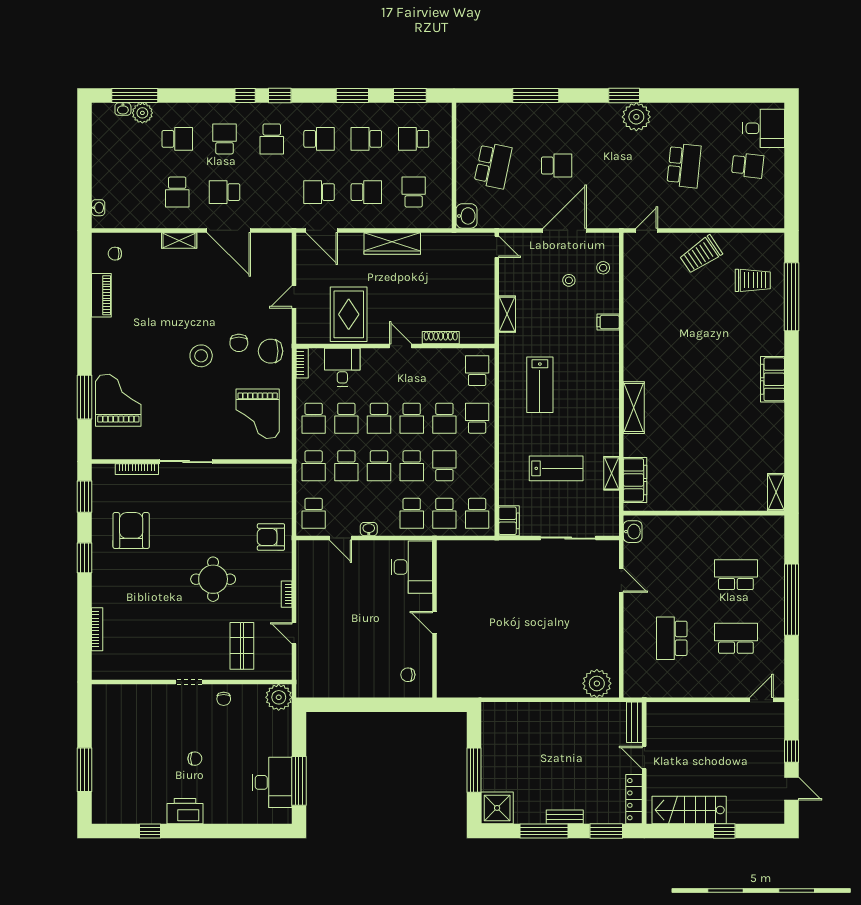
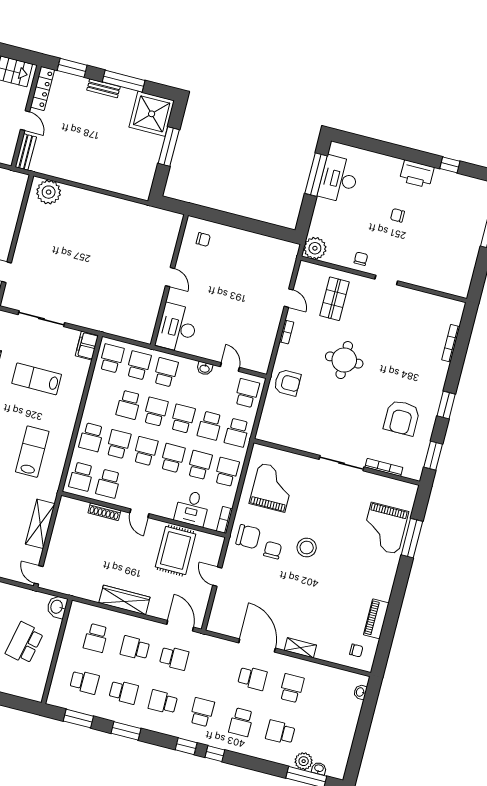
door: (294, 297) -> (217, 577), swing flipped
shelving: (507, 314) -> (40, 524), width x1.50, depth x1.33
school desk: (444, 371) -> (108, 484), added
school desk: (314, 466) -> (237, 433), turned 180
school desk: (346, 466) -> (210, 426), turned 180
shower: (497, 808) -> (152, 114), width x1.37, depth x1.37

